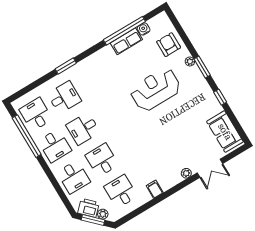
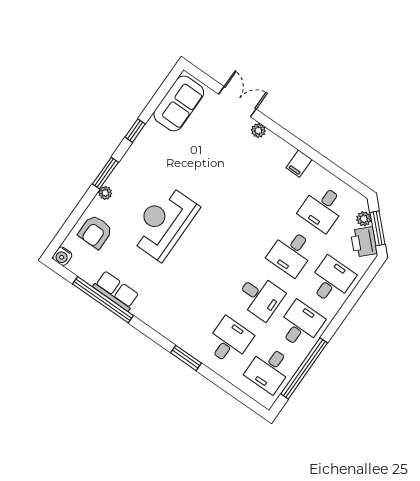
water cooler: (144, 29) -> (62, 256), moved
reception desk: (155, 89) -> (164, 223), turned 90
desk: (64, 97) -> (229, 341), turned 90

